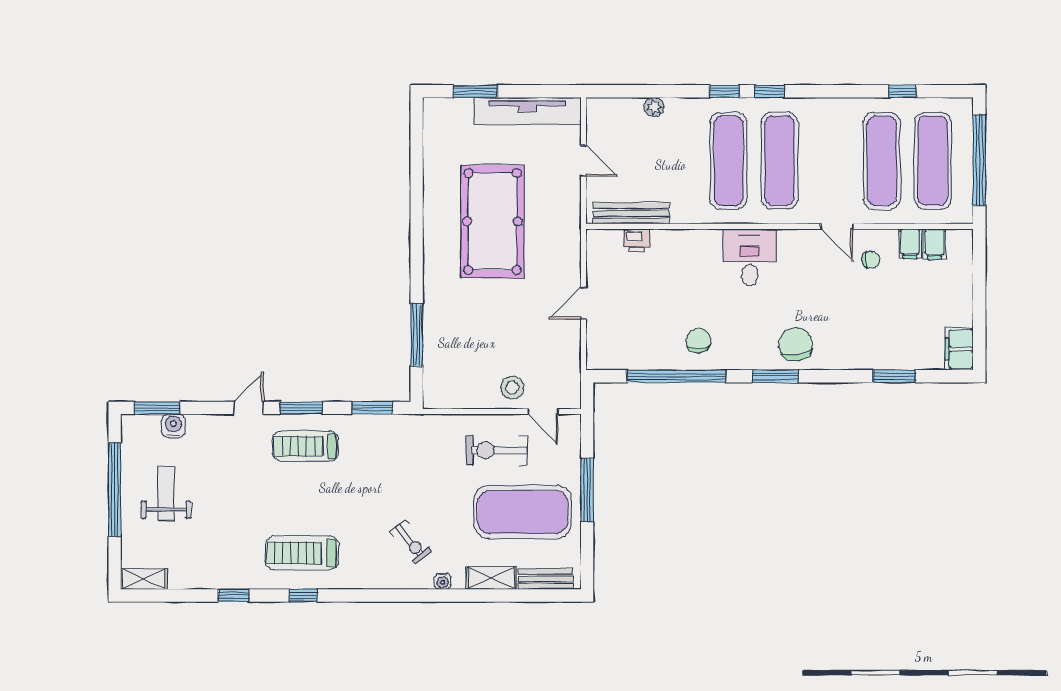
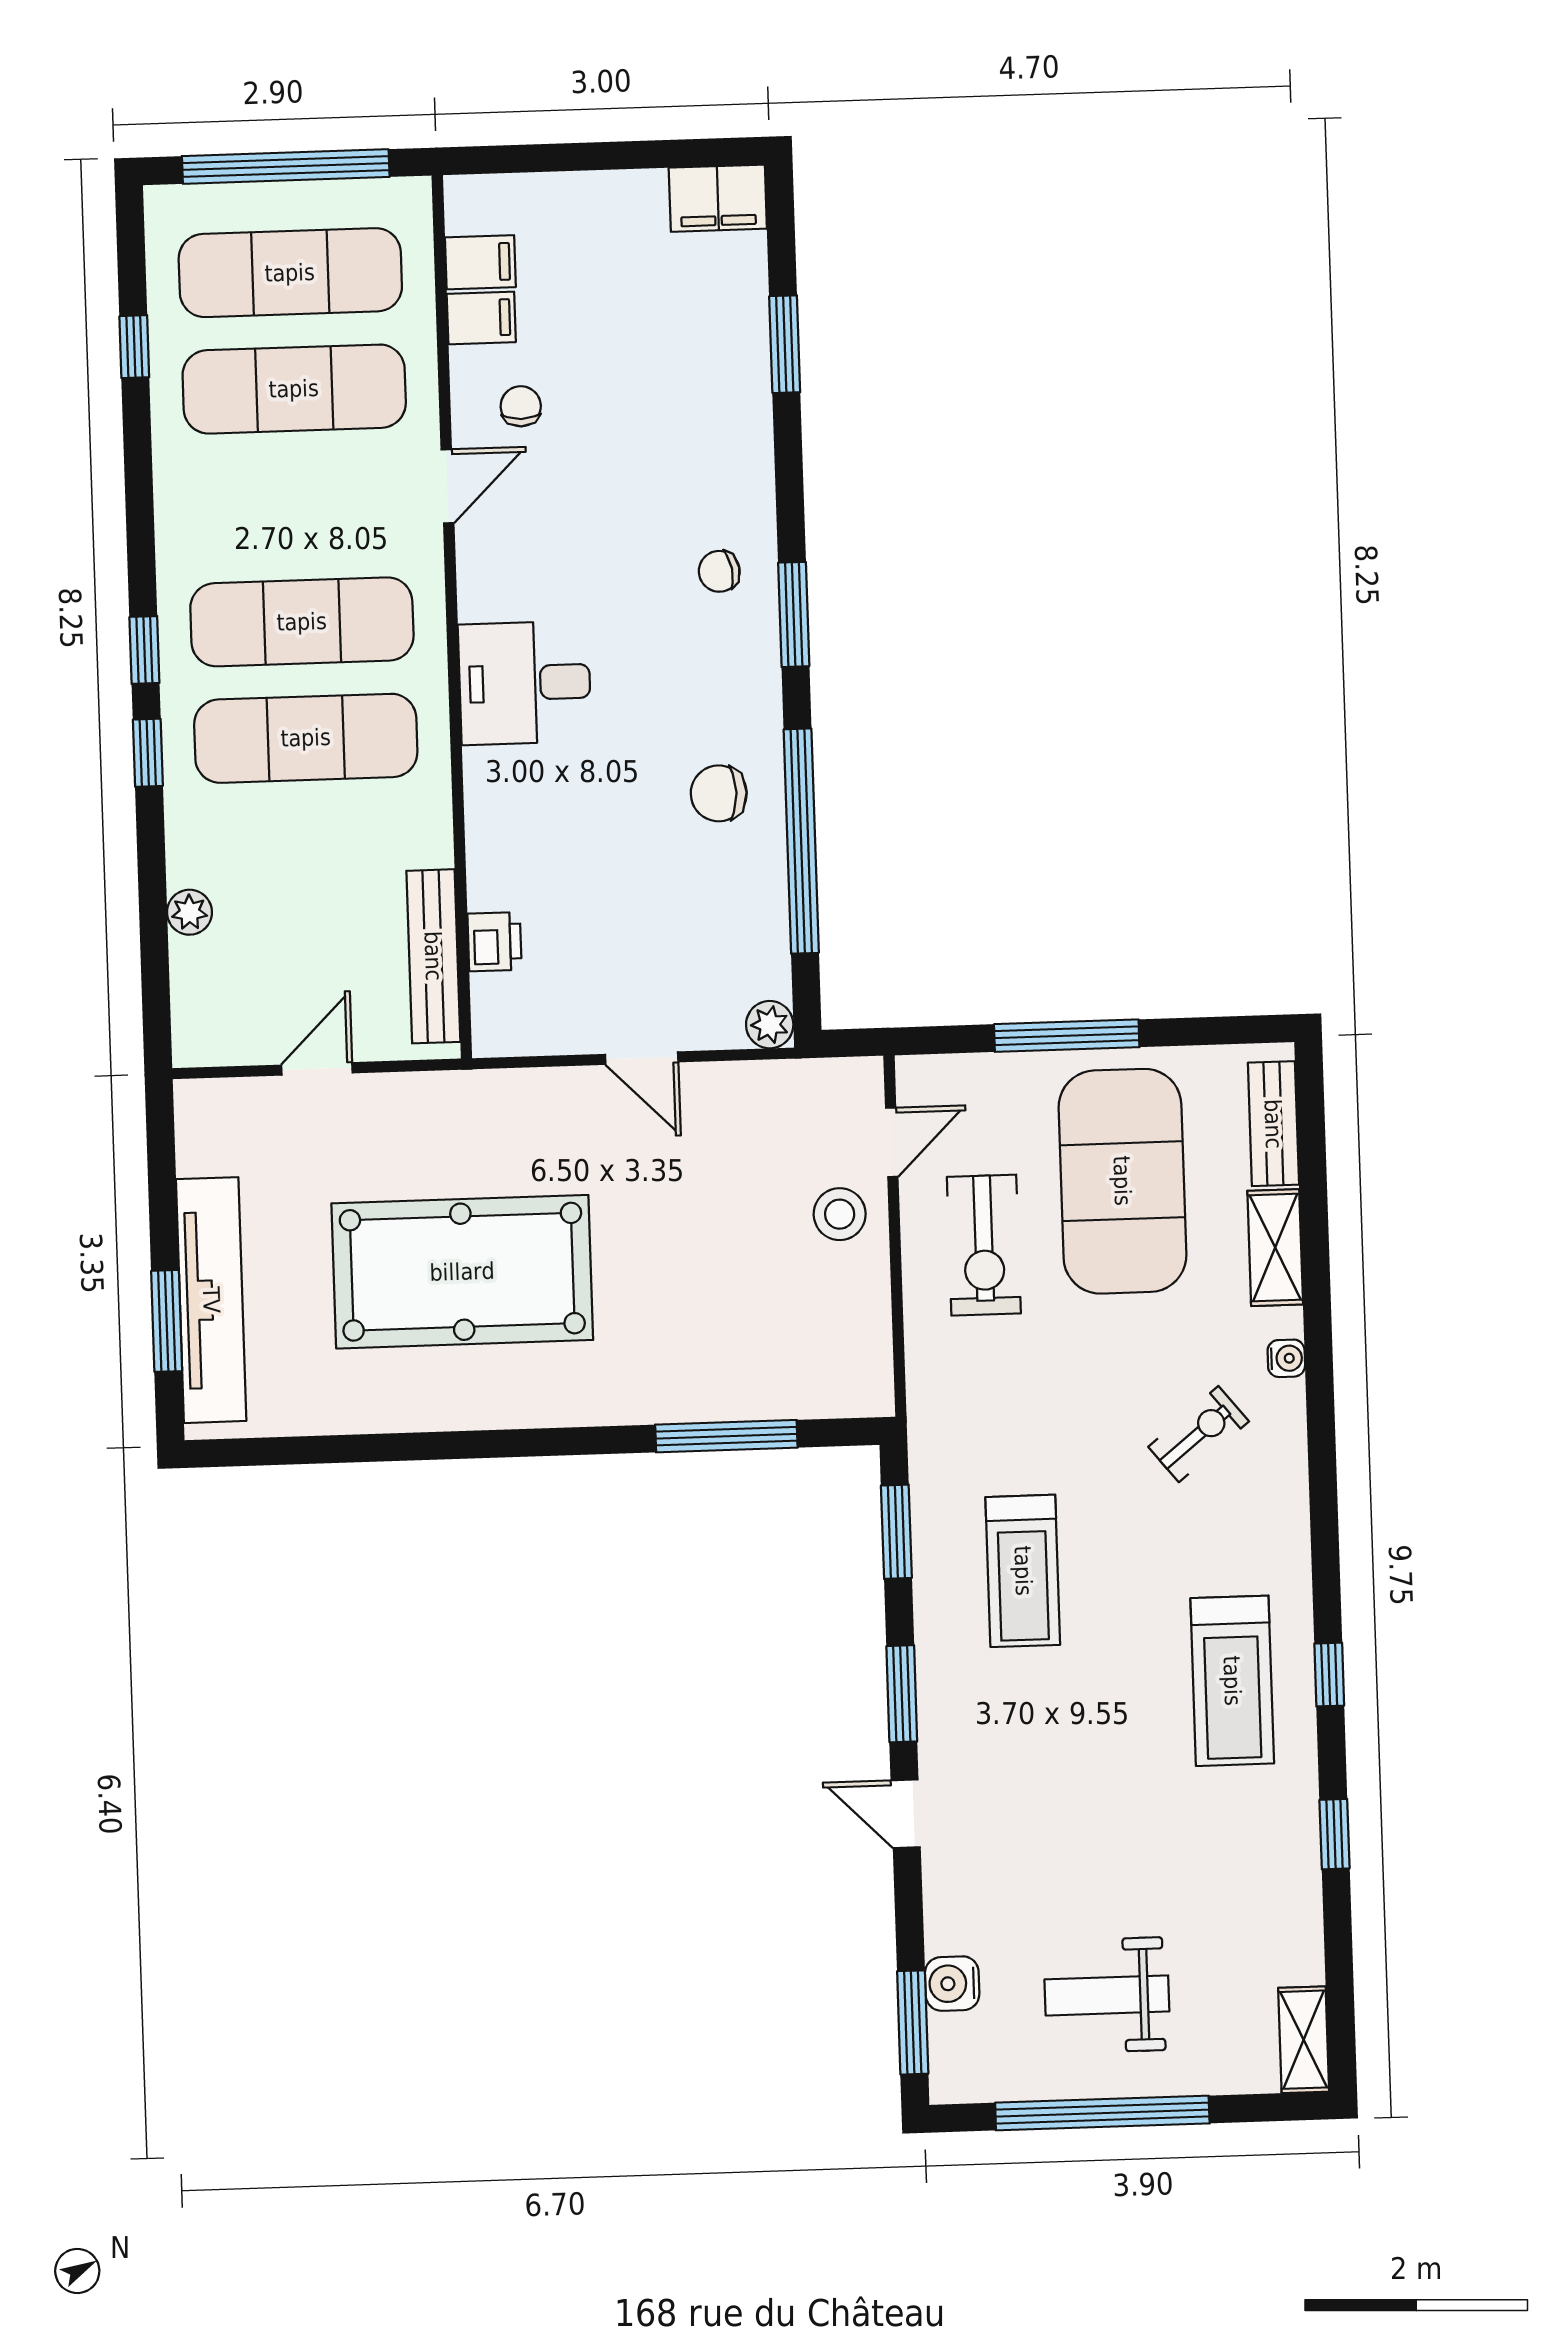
tv unit: (528, 111) -> (211, 1300), moved
chair: (796, 344) -> (719, 571), width x0.54, depth x0.54
plant: (596, 360) -> (770, 1025), added
treadmill: (305, 446) -> (1023, 1571), moved

